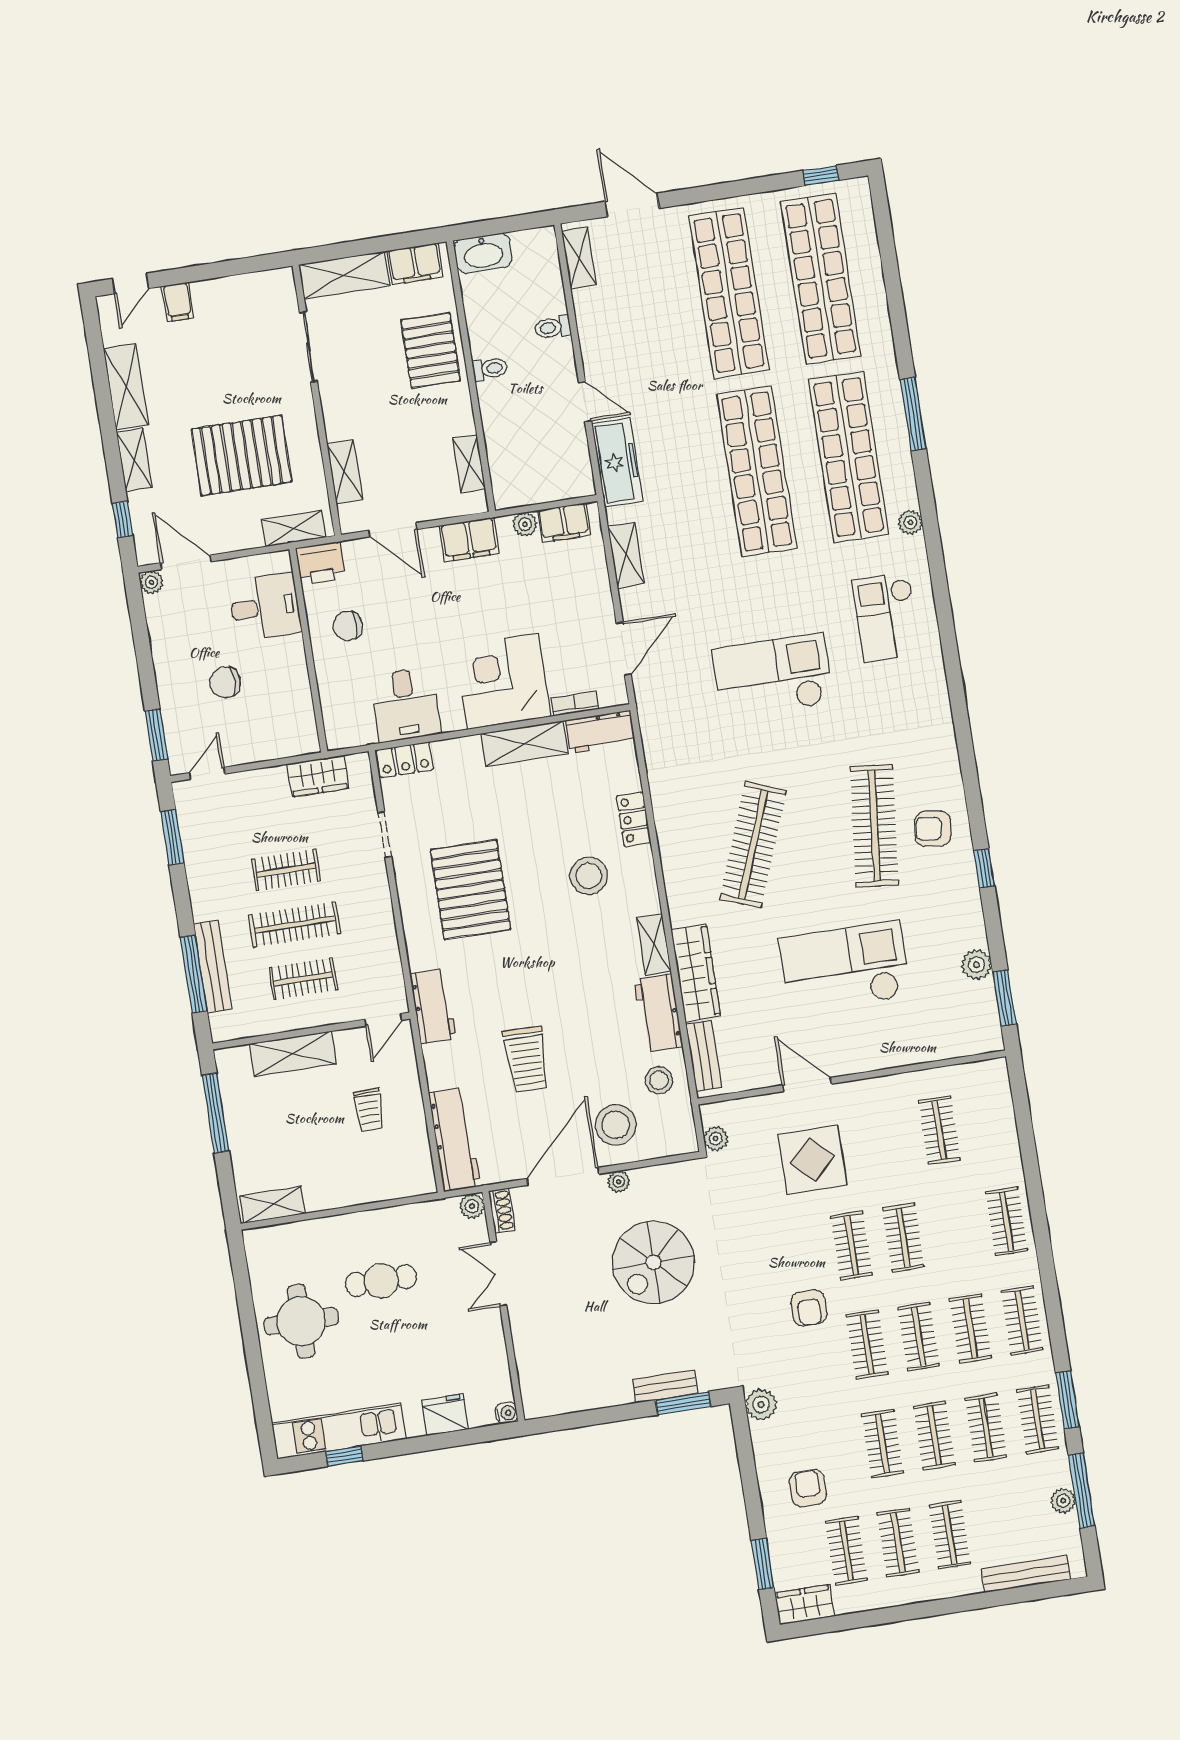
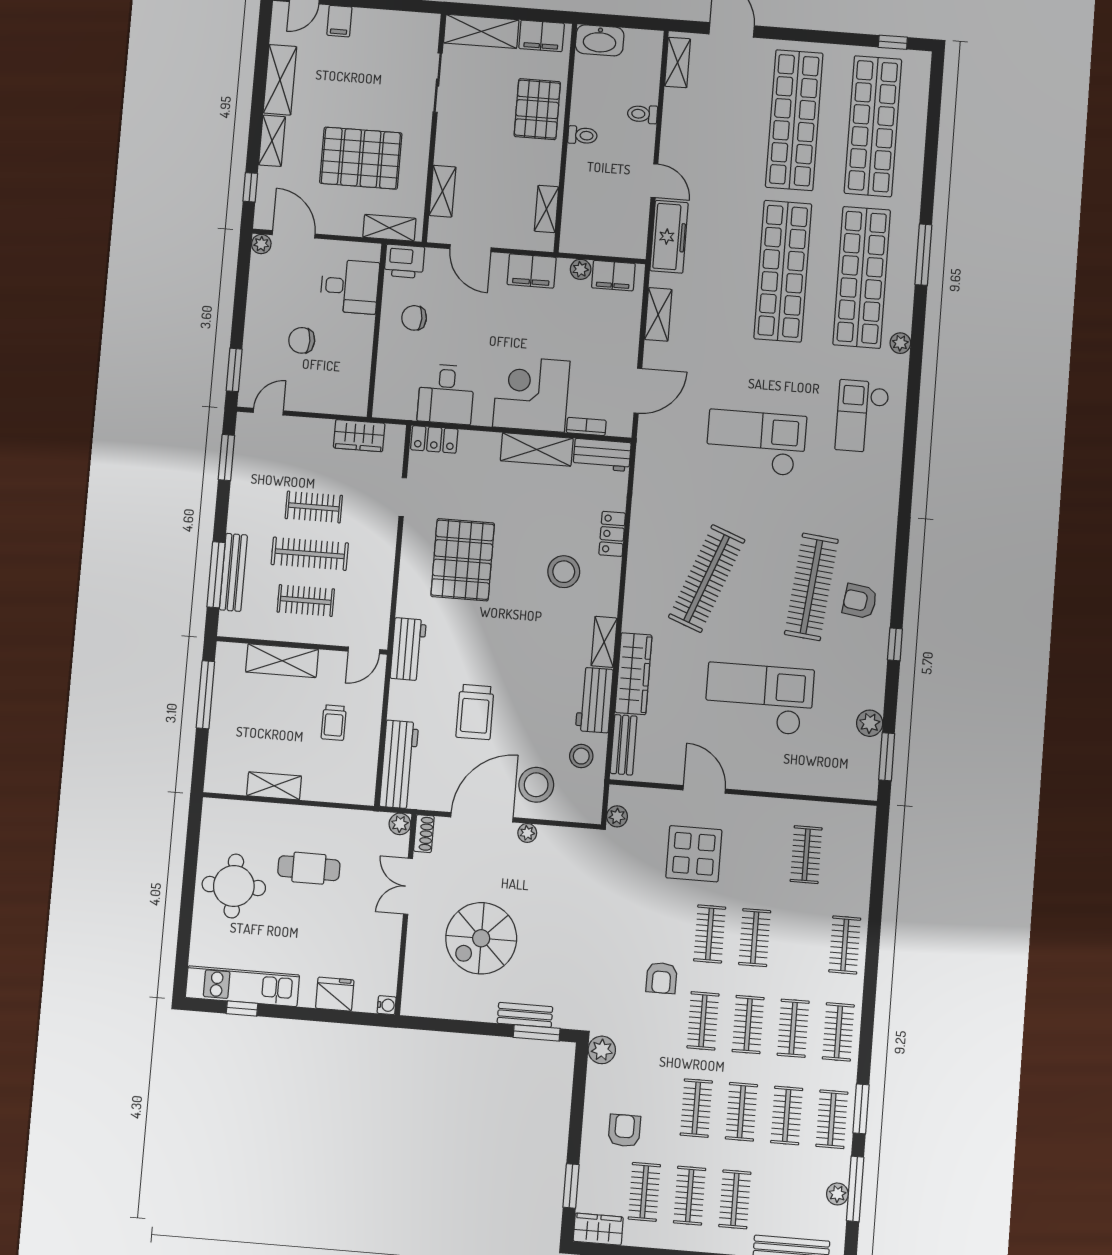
shelving: (273, 1205) -> (274, 786), moved
spiral stairs: (653, 1262) -> (481, 938), moved

